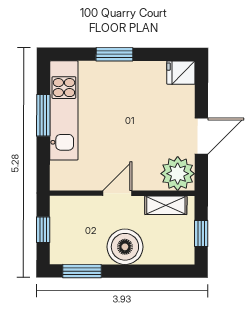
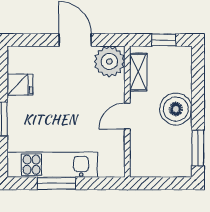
fridge: (181, 73) -> (20, 85), moved, turned -90
door: (117, 193) -> (127, 116), hinge flipped
window: (43, 230) -> (161, 183), removed

